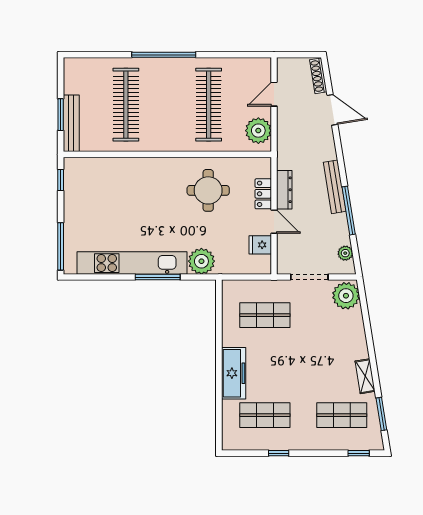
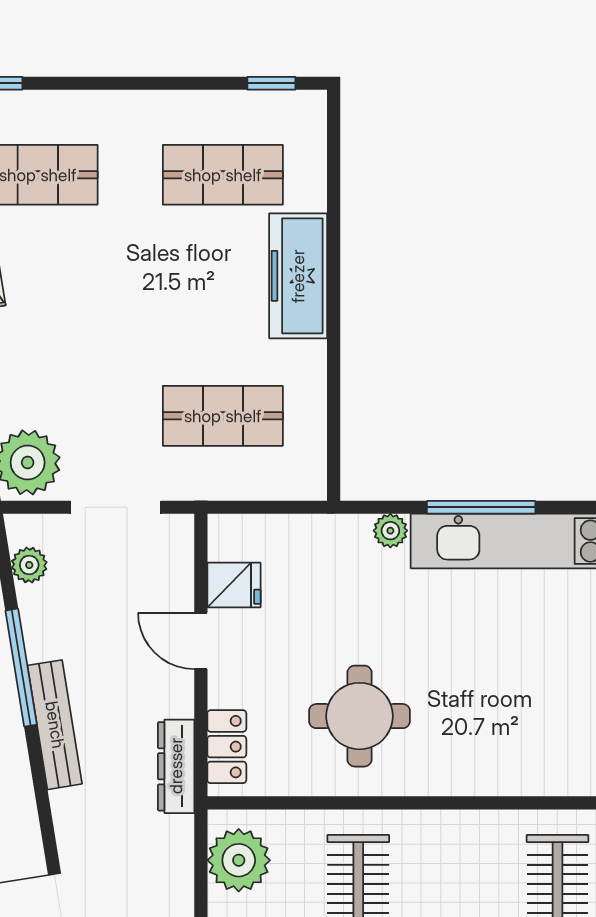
dresser: (284, 190) -> (176, 766), moved
locker: (263, 194) -> (227, 747), moved
plant: (201, 261) -> (390, 531), width x0.53, depth x0.53
window: (279, 453) -> (271, 83), moved

